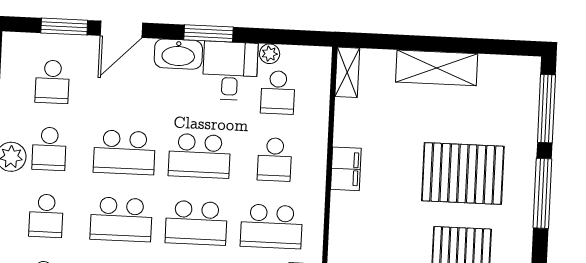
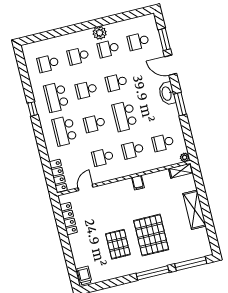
plant: (270, 54) -> (185, 157), moved
desk: (230, 71) -> (166, 119), removed
school desk: (124, 152) -> (116, 82), width x0.54
filing cabinet: (346, 169) -> (138, 183), width x0.50
school desk: (121, 219) -> (86, 90), width x0.54
school desk: (196, 223) -> (95, 123), width x0.54
school desk: (271, 226) -> (103, 157), width x0.54

